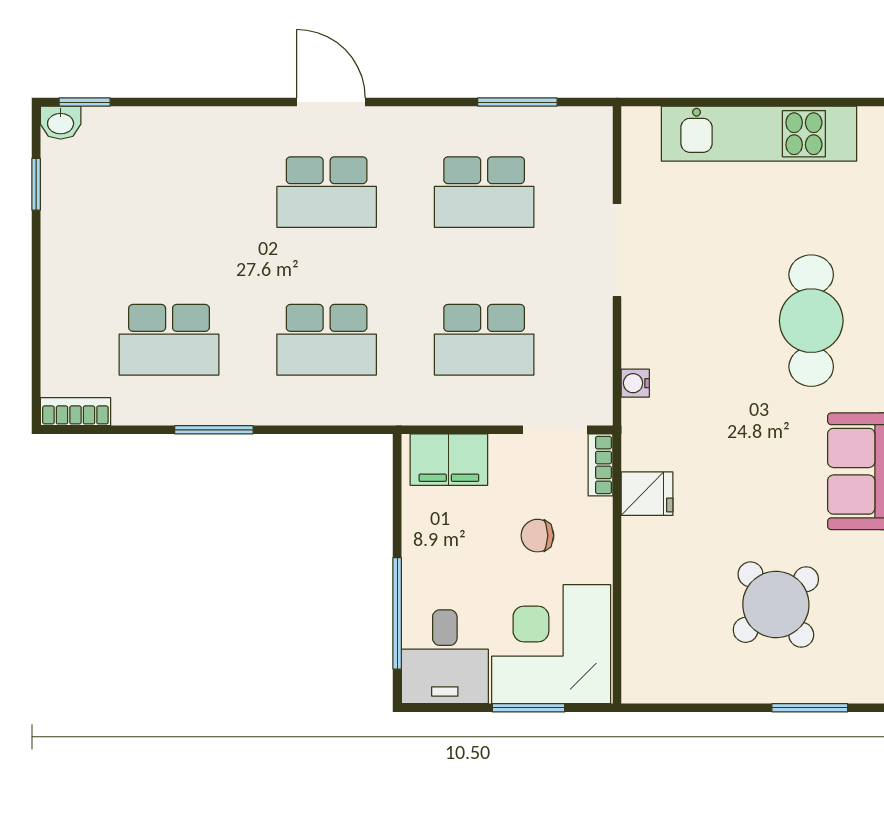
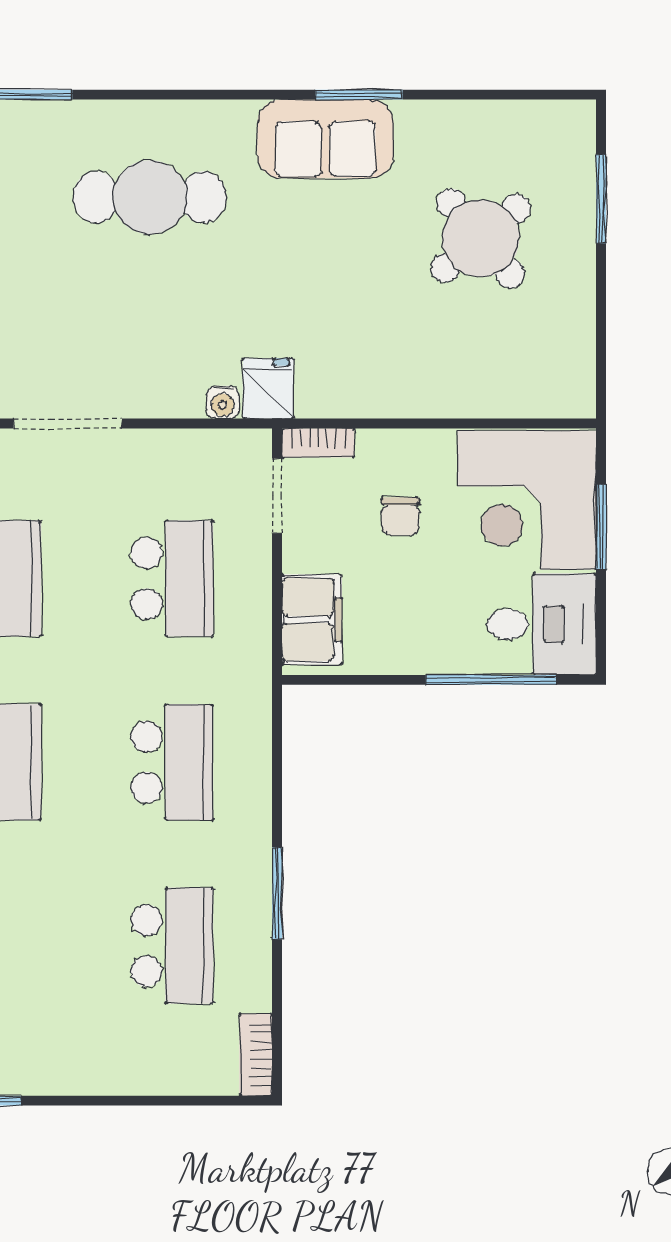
fridge: (647, 494) -> (268, 389), moved

